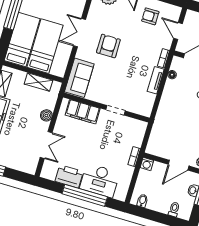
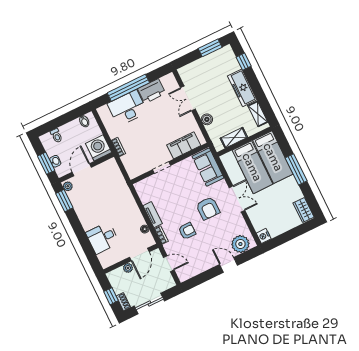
armchair: (150, 16) -> (187, 231), moved
washing machine: (147, 164) -> (99, 148), width x1.89, depth x1.89

